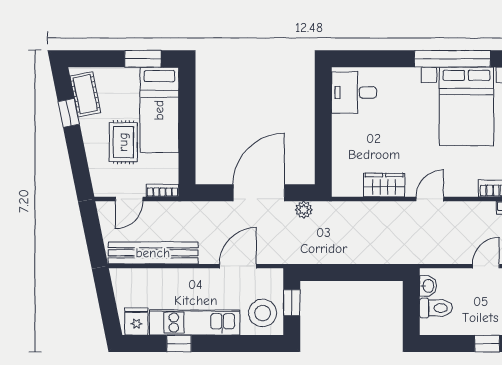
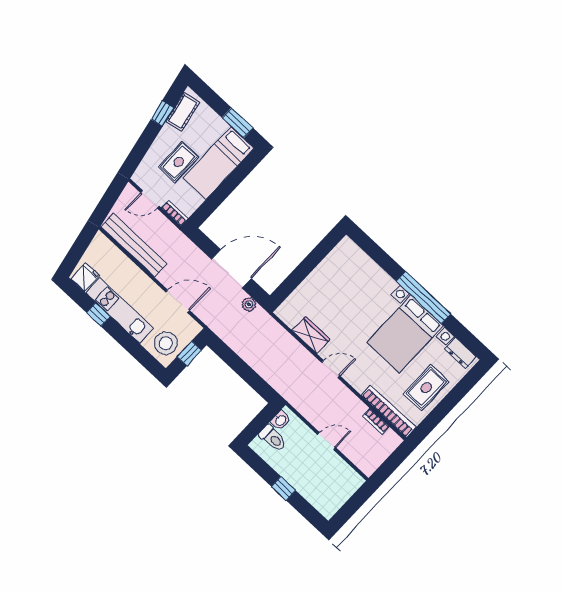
desk: (354, 93) -> (345, 262), removed

